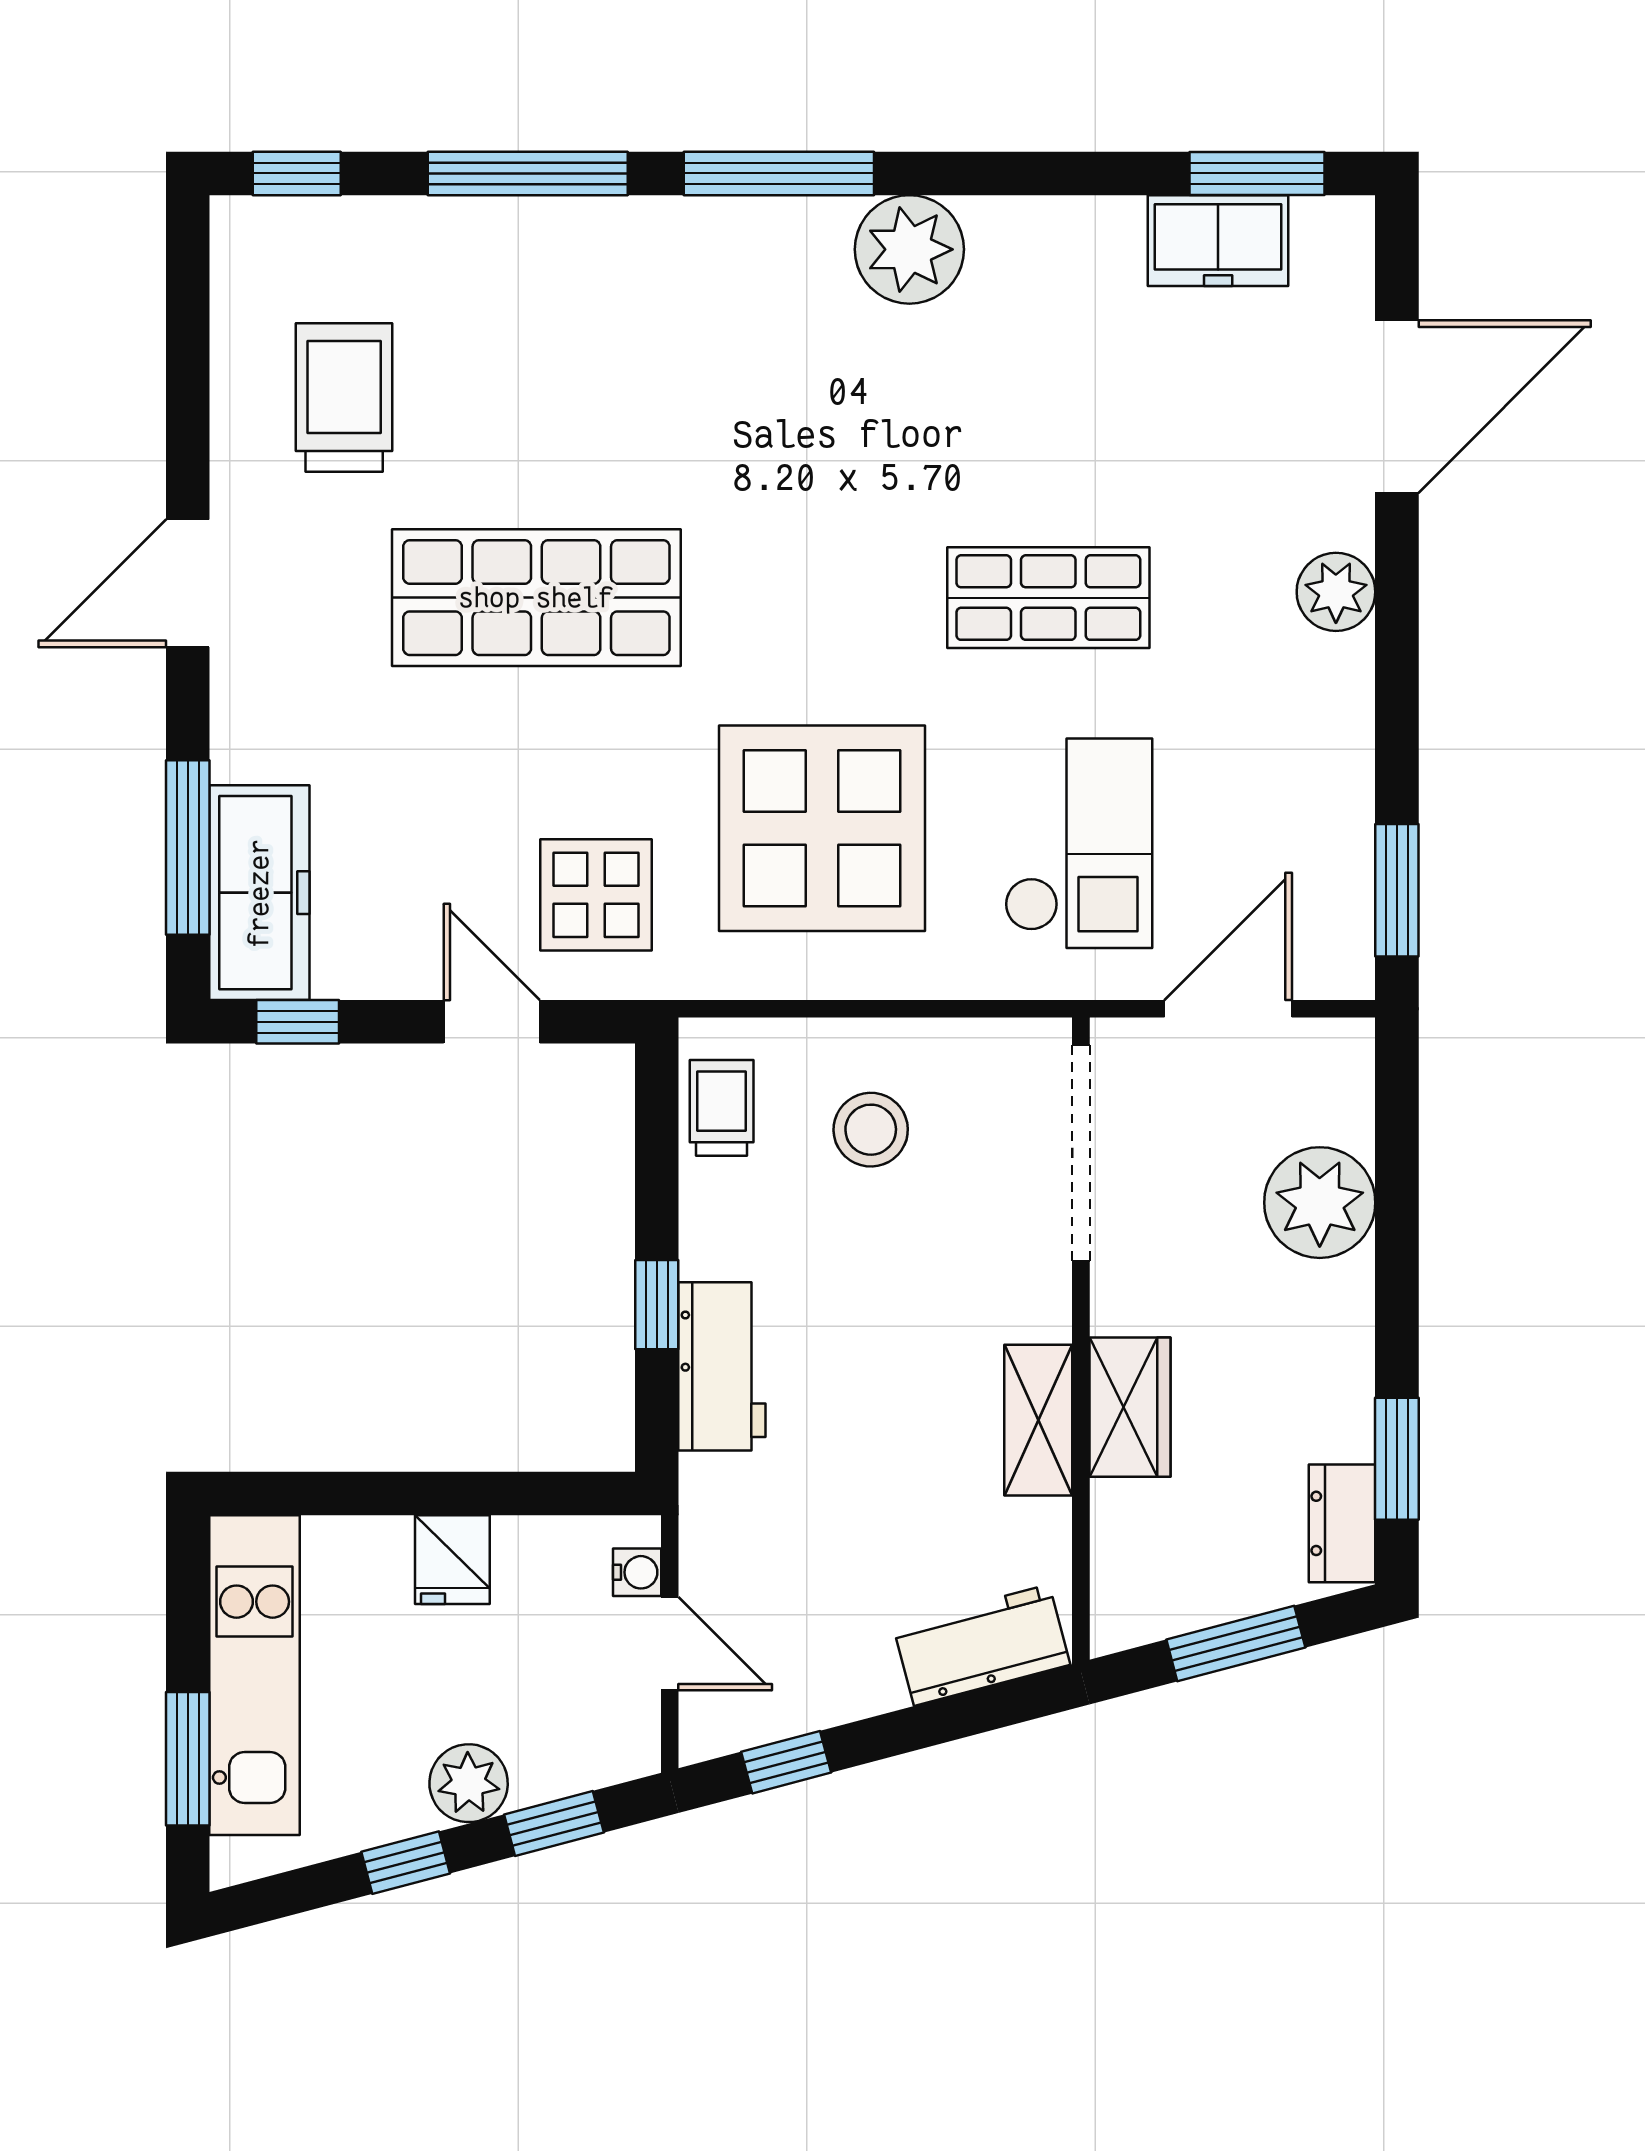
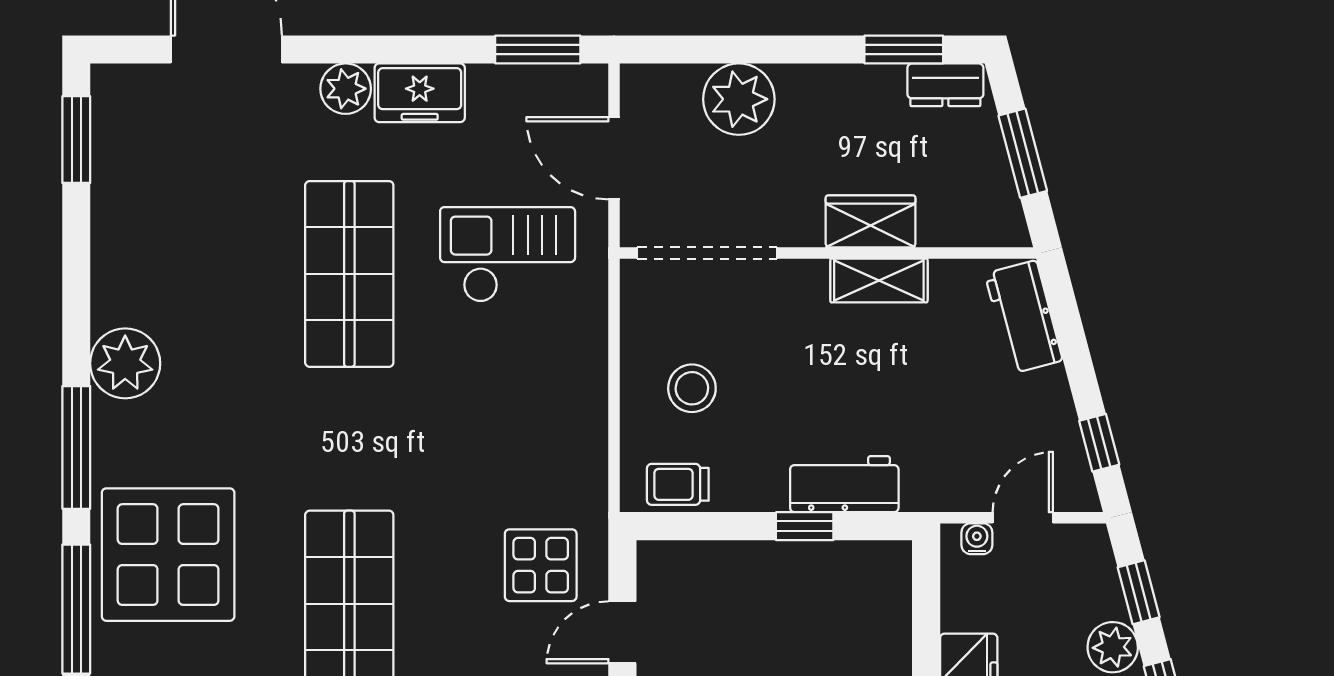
freezer: (1218, 241) -> (420, 93), moved, turned 90
shop shelf: (1048, 598) -> (349, 274), width x1.43, depth x1.36
display table: (822, 828) -> (168, 555), moved

